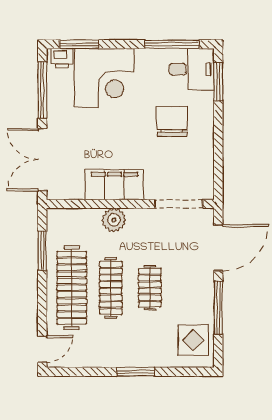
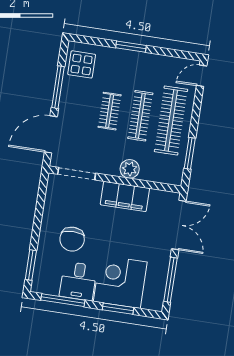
window: (79, 44) -> (118, 309), moved
printer: (62, 58) -> (151, 302), removed
desk: (192, 69) -> (78, 281), moved, turned -90

